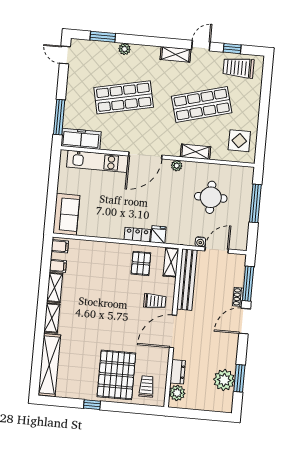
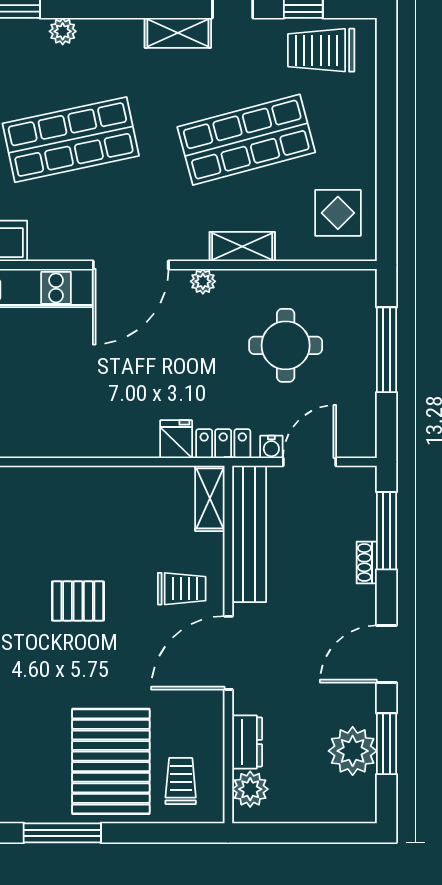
locker: (137, 235) -> (223, 444), moved
pallet: (141, 263) -> (78, 601), moved, turned 90
door: (245, 321) -> (387, 654), moved
window: (92, 405) -> (62, 833), width x2.17

